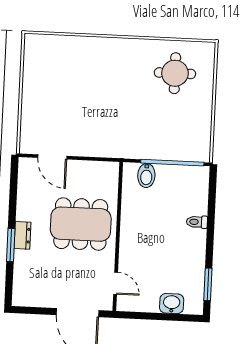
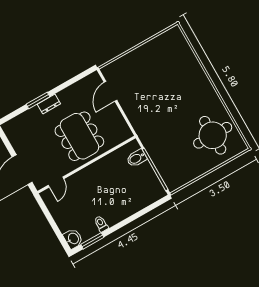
round table: (175, 73) -> (213, 135), width x1.36, depth x1.36
toilet: (197, 222) -> (101, 224), moved
washbasin: (172, 304) -> (73, 239), moved

